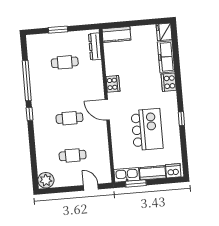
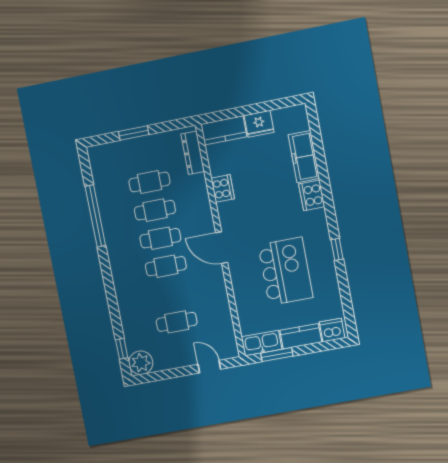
fridge: (164, 32) -> (259, 124), moved, turned -90
cafe table: (66, 81) -> (155, 210), added
cooker: (113, 84) -> (223, 188), moved
cafe table: (68, 100) -> (160, 238), added
window: (30, 114) -> (122, 349), moved

